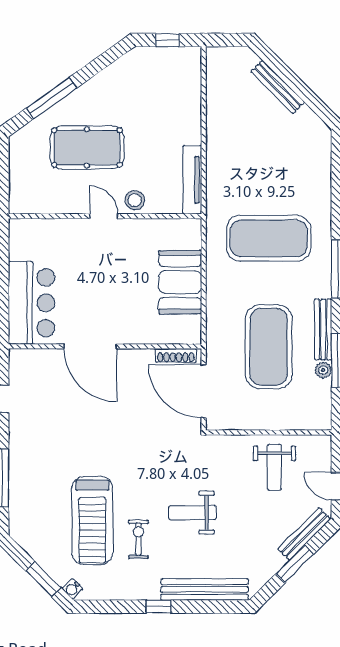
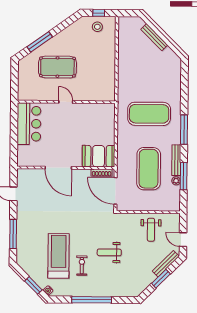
tv unit: (192, 180) -> (111, 84), removed
stool: (135, 200) -> (97, 27), moved
booth: (180, 282) -> (99, 156), moved, turned 90
bar counter: (32, 303) -> (29, 124), moved
treadmill: (92, 520) -> (59, 256), turned 180
bench: (205, 589) -> (115, 291), removed
window: (158, 607) -> (92, 300), width x3.17

